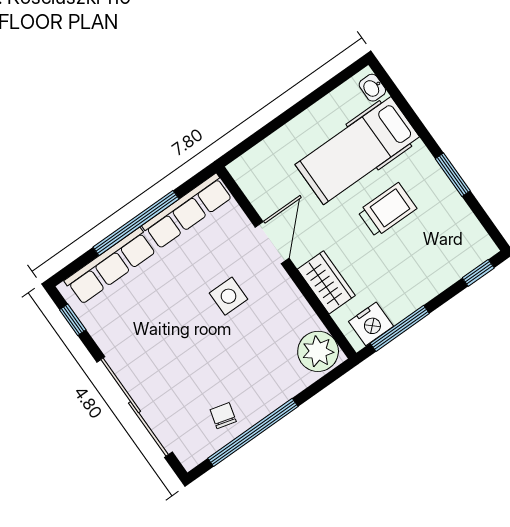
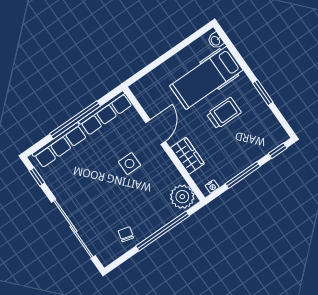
nightstand: (371, 324) -> (212, 186), width x0.53, depth x0.56
window: (400, 328) -> (243, 175), moved
window: (253, 432) -> (163, 231), moved

